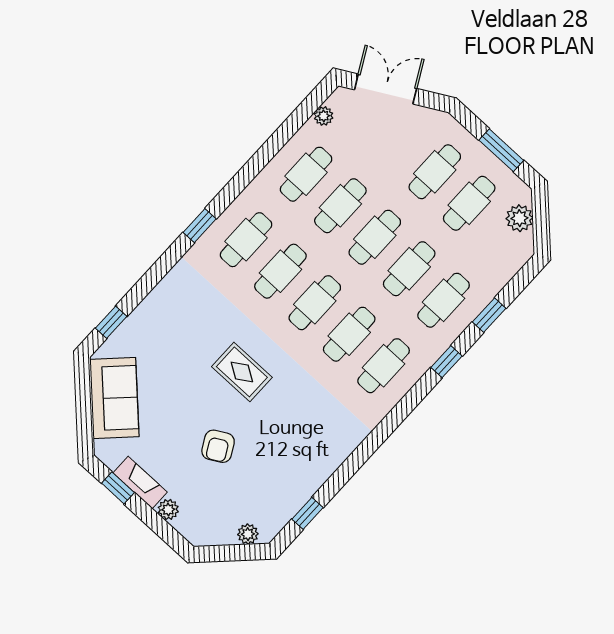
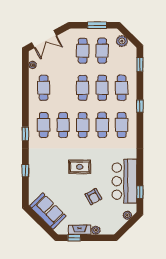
double door: (386, 89) -> (44, 39), swing flipped
cafe table: (340, 206) -> (63, 88), removed
window: (489, 315) -> (140, 64), moved
window: (111, 322) -> (25, 171), moved
bar counter: (298, 469) -> (124, 181), added

